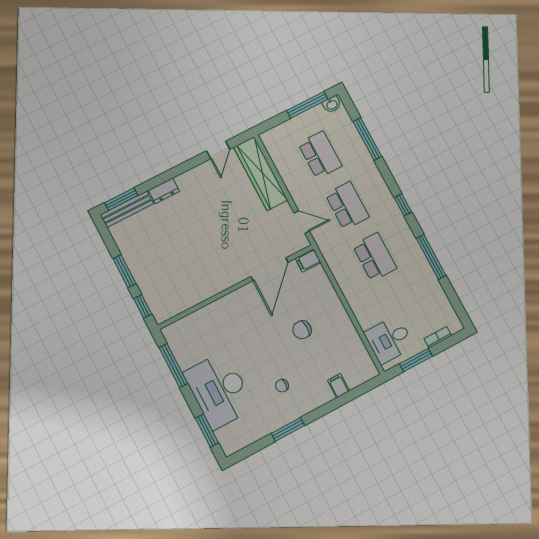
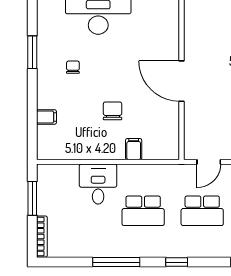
filing cabinet: (308, 260) -> (134, 149), moved
door: (269, 269) -> (181, 81), moved
bookcase: (438, 337) -> (42, 237), width x1.56
desk: (389, 340) -> (98, 184), moved

